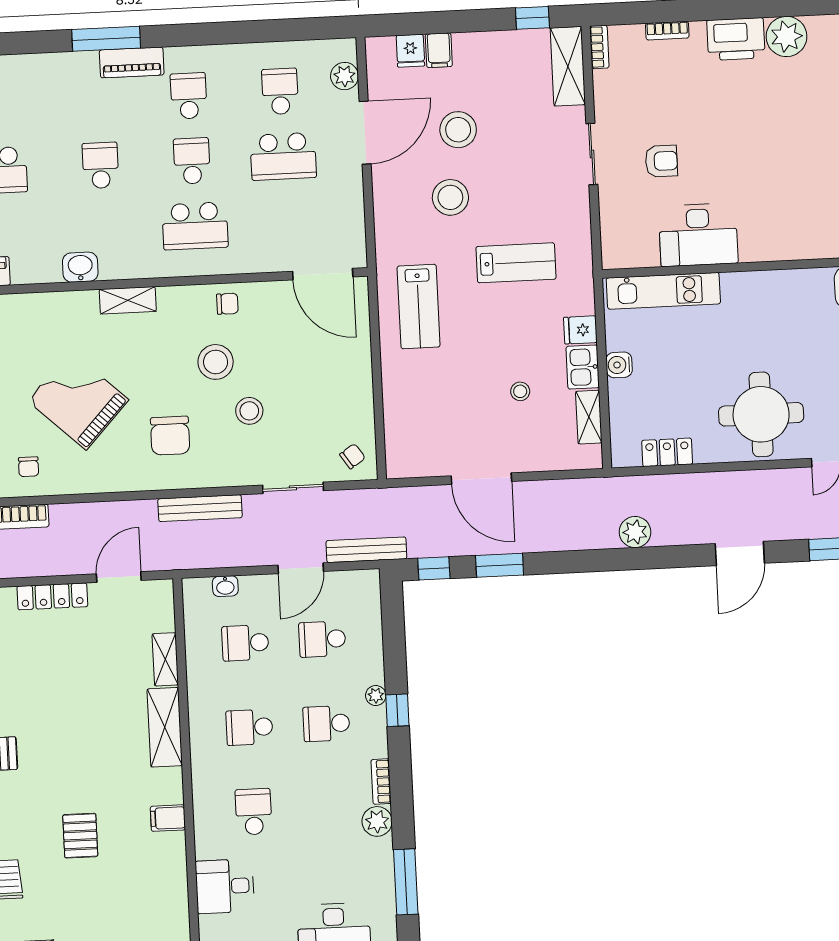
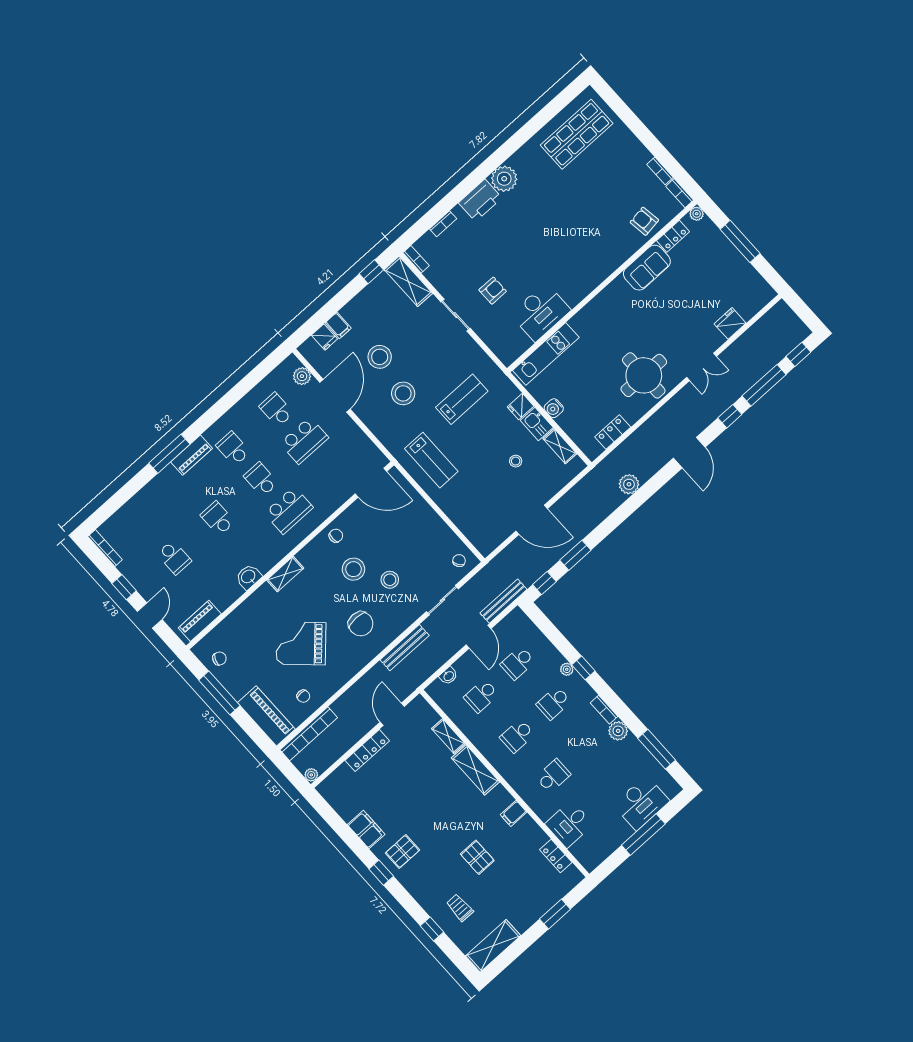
school desk: (254, 812) -> (553, 776), turned 90
locker: (177, 912) -> (556, 856), added

